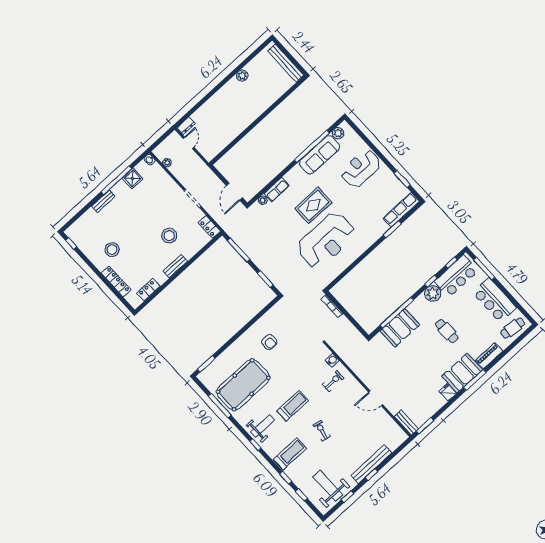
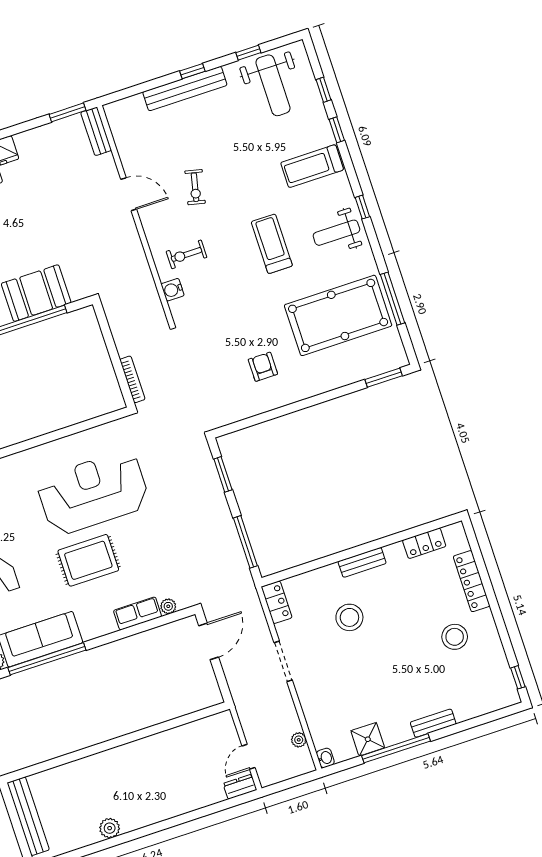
treadmill: (293, 406) -> (272, 244), turned 90
exercise bike: (322, 431) -> (195, 187), moved

